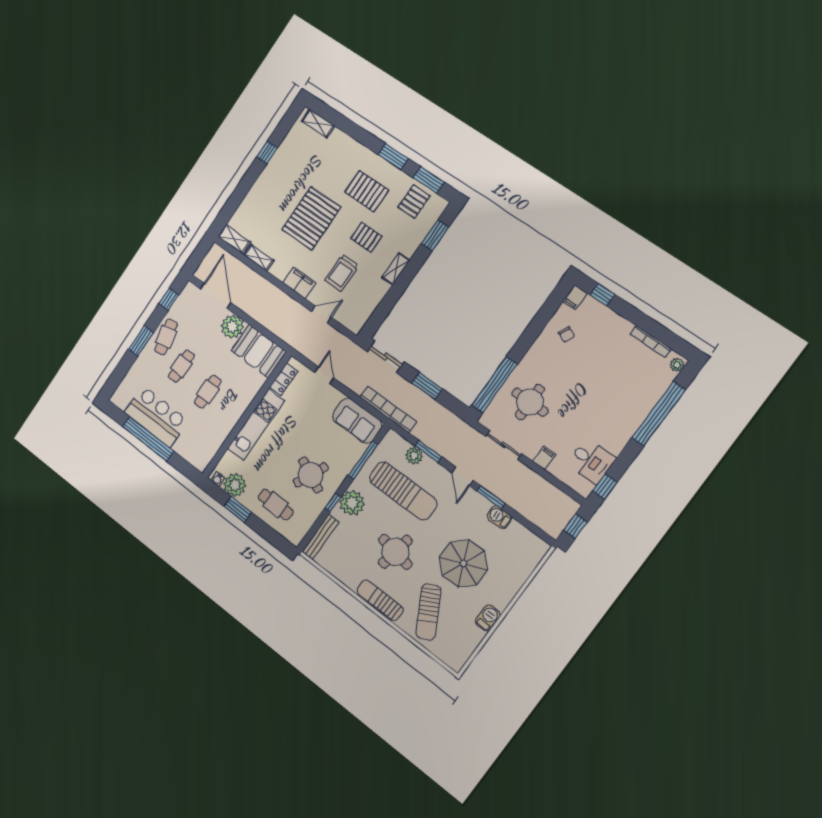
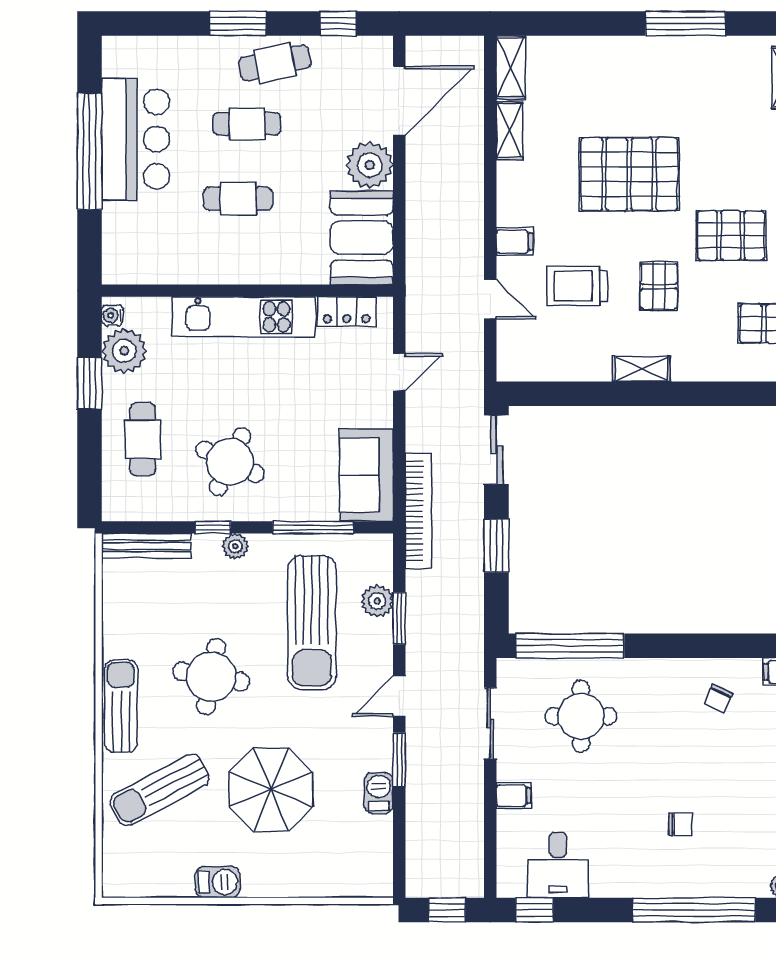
window: (267, 152) -> (685, 23), width x2.17
pallet: (367, 191) -> (731, 235), turned 90
window: (435, 235) -> (734, 394), removed
filing cabinet: (299, 283) -> (515, 242), width x0.50
chair: (613, 392) -> (680, 824), added
plant: (352, 503) -> (235, 546), width x0.53, depth x0.53

